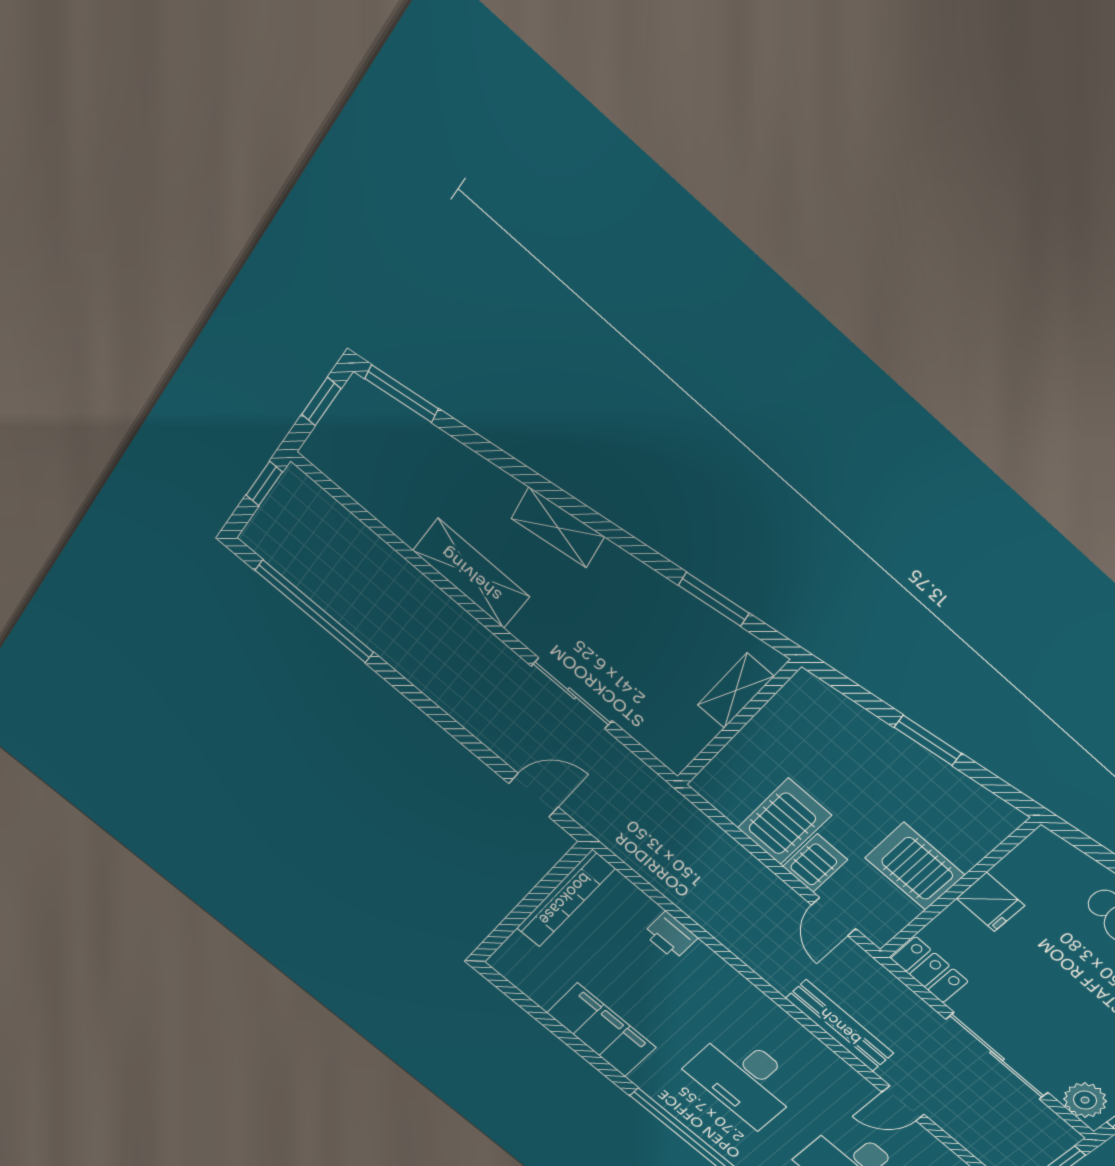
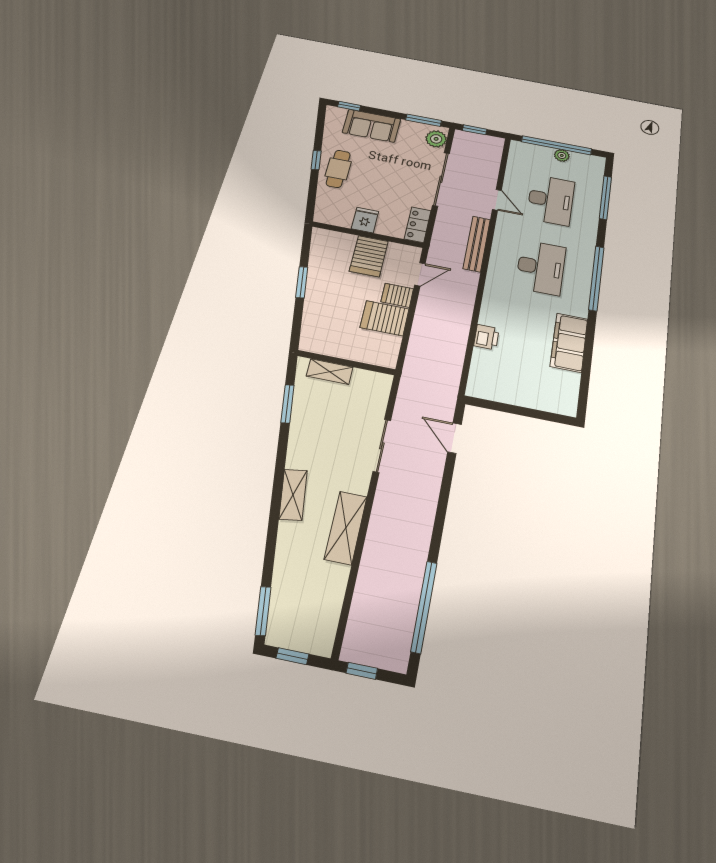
bookcase: (565, 899) -> (504, 395), removed

